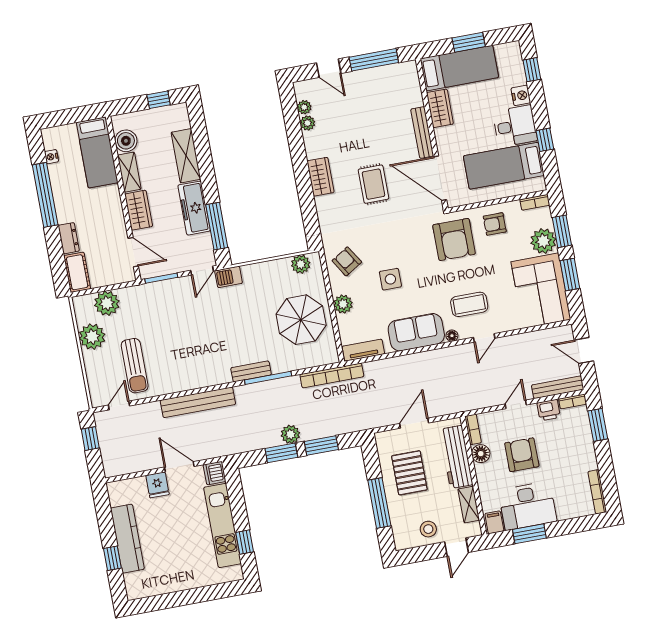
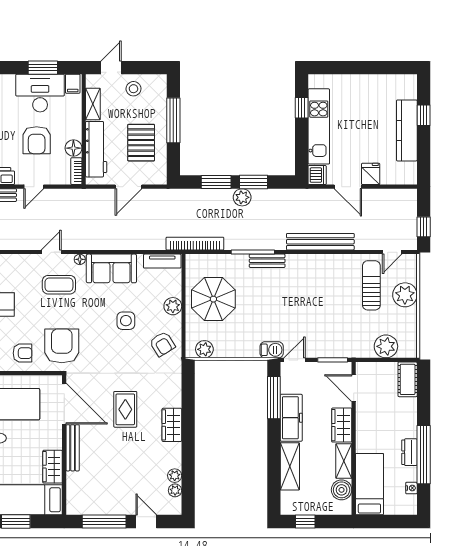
dresser: (69, 238) -> (409, 452), moved
plant: (92, 337) -> (405, 295), moved

